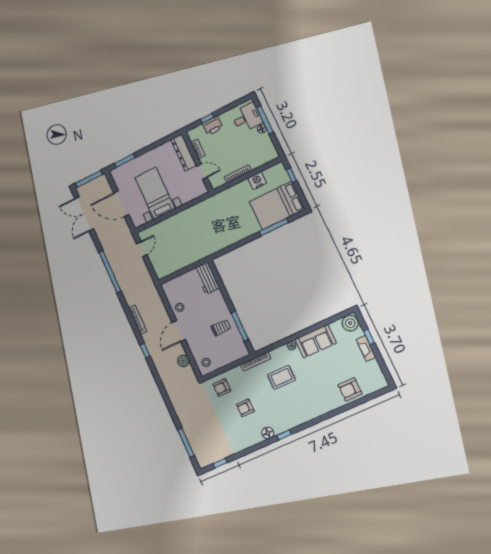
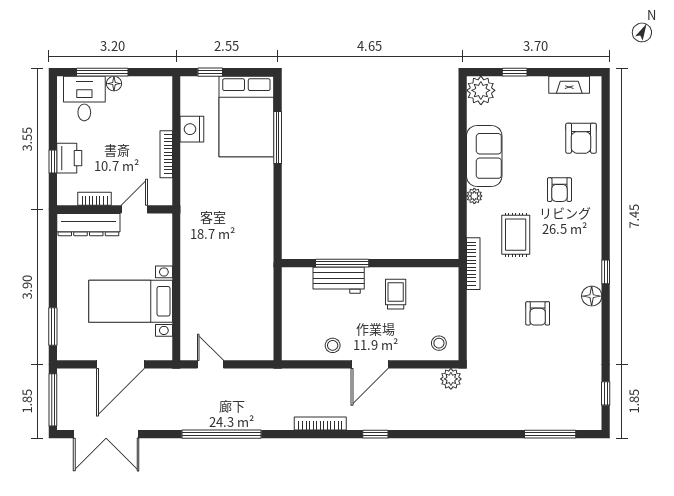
workbench: (207, 278) -> (339, 280), moved
window: (240, 326) -> (342, 263), moved
door: (179, 331) -> (370, 364), hinge flipped
fireplace: (366, 348) -> (569, 85), moved
plant: (183, 361) -> (451, 379), moved
armchair: (222, 388) -> (559, 190), moved

